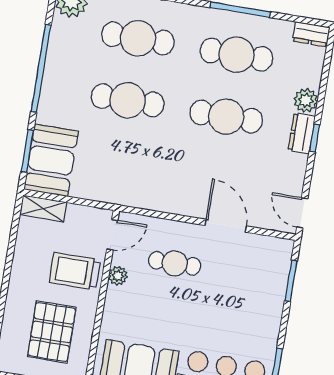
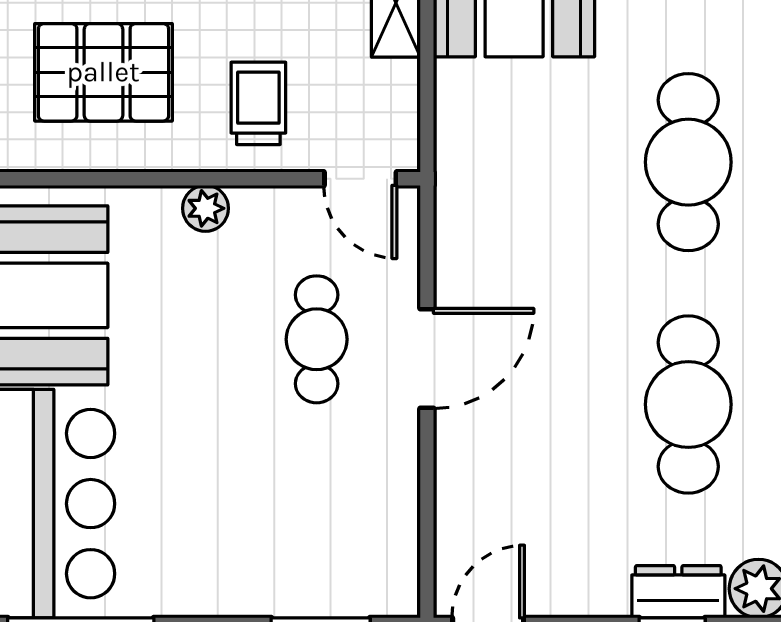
door: (226, 226) -> (427, 359), moved
trolley: (75, 271) -> (258, 103), width x0.73, depth x0.72
plant: (118, 276) -> (206, 208), moved

